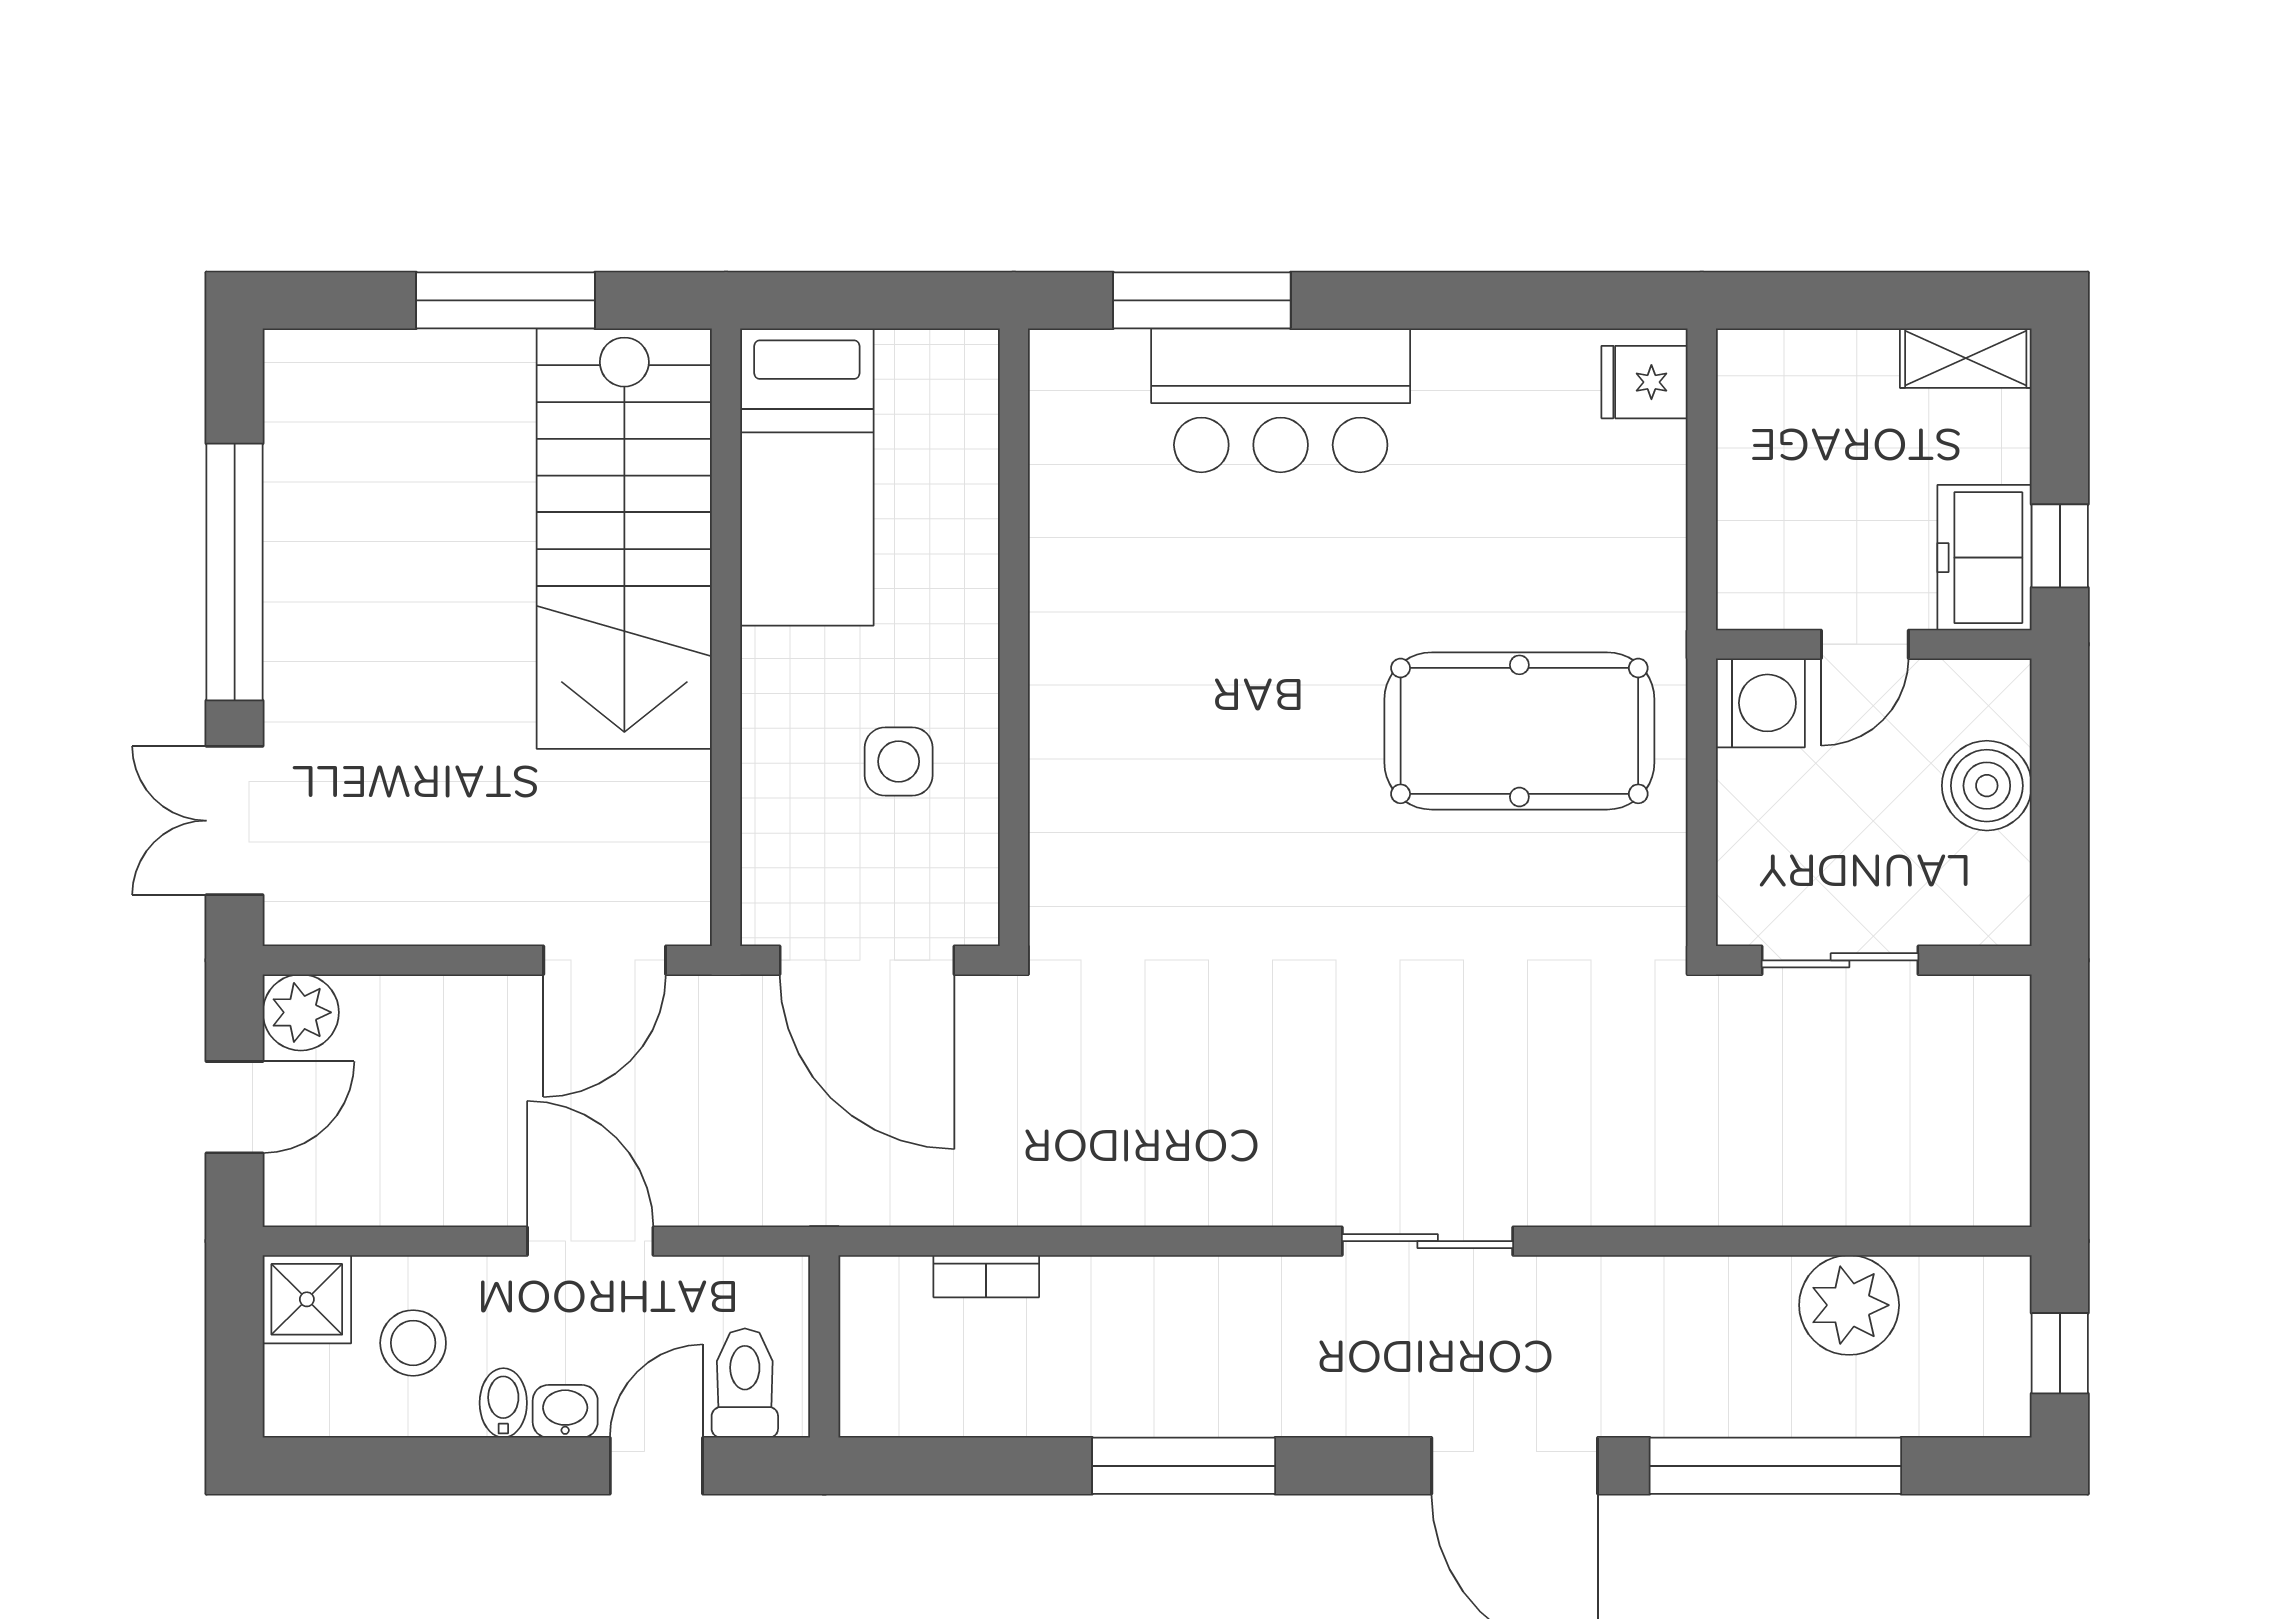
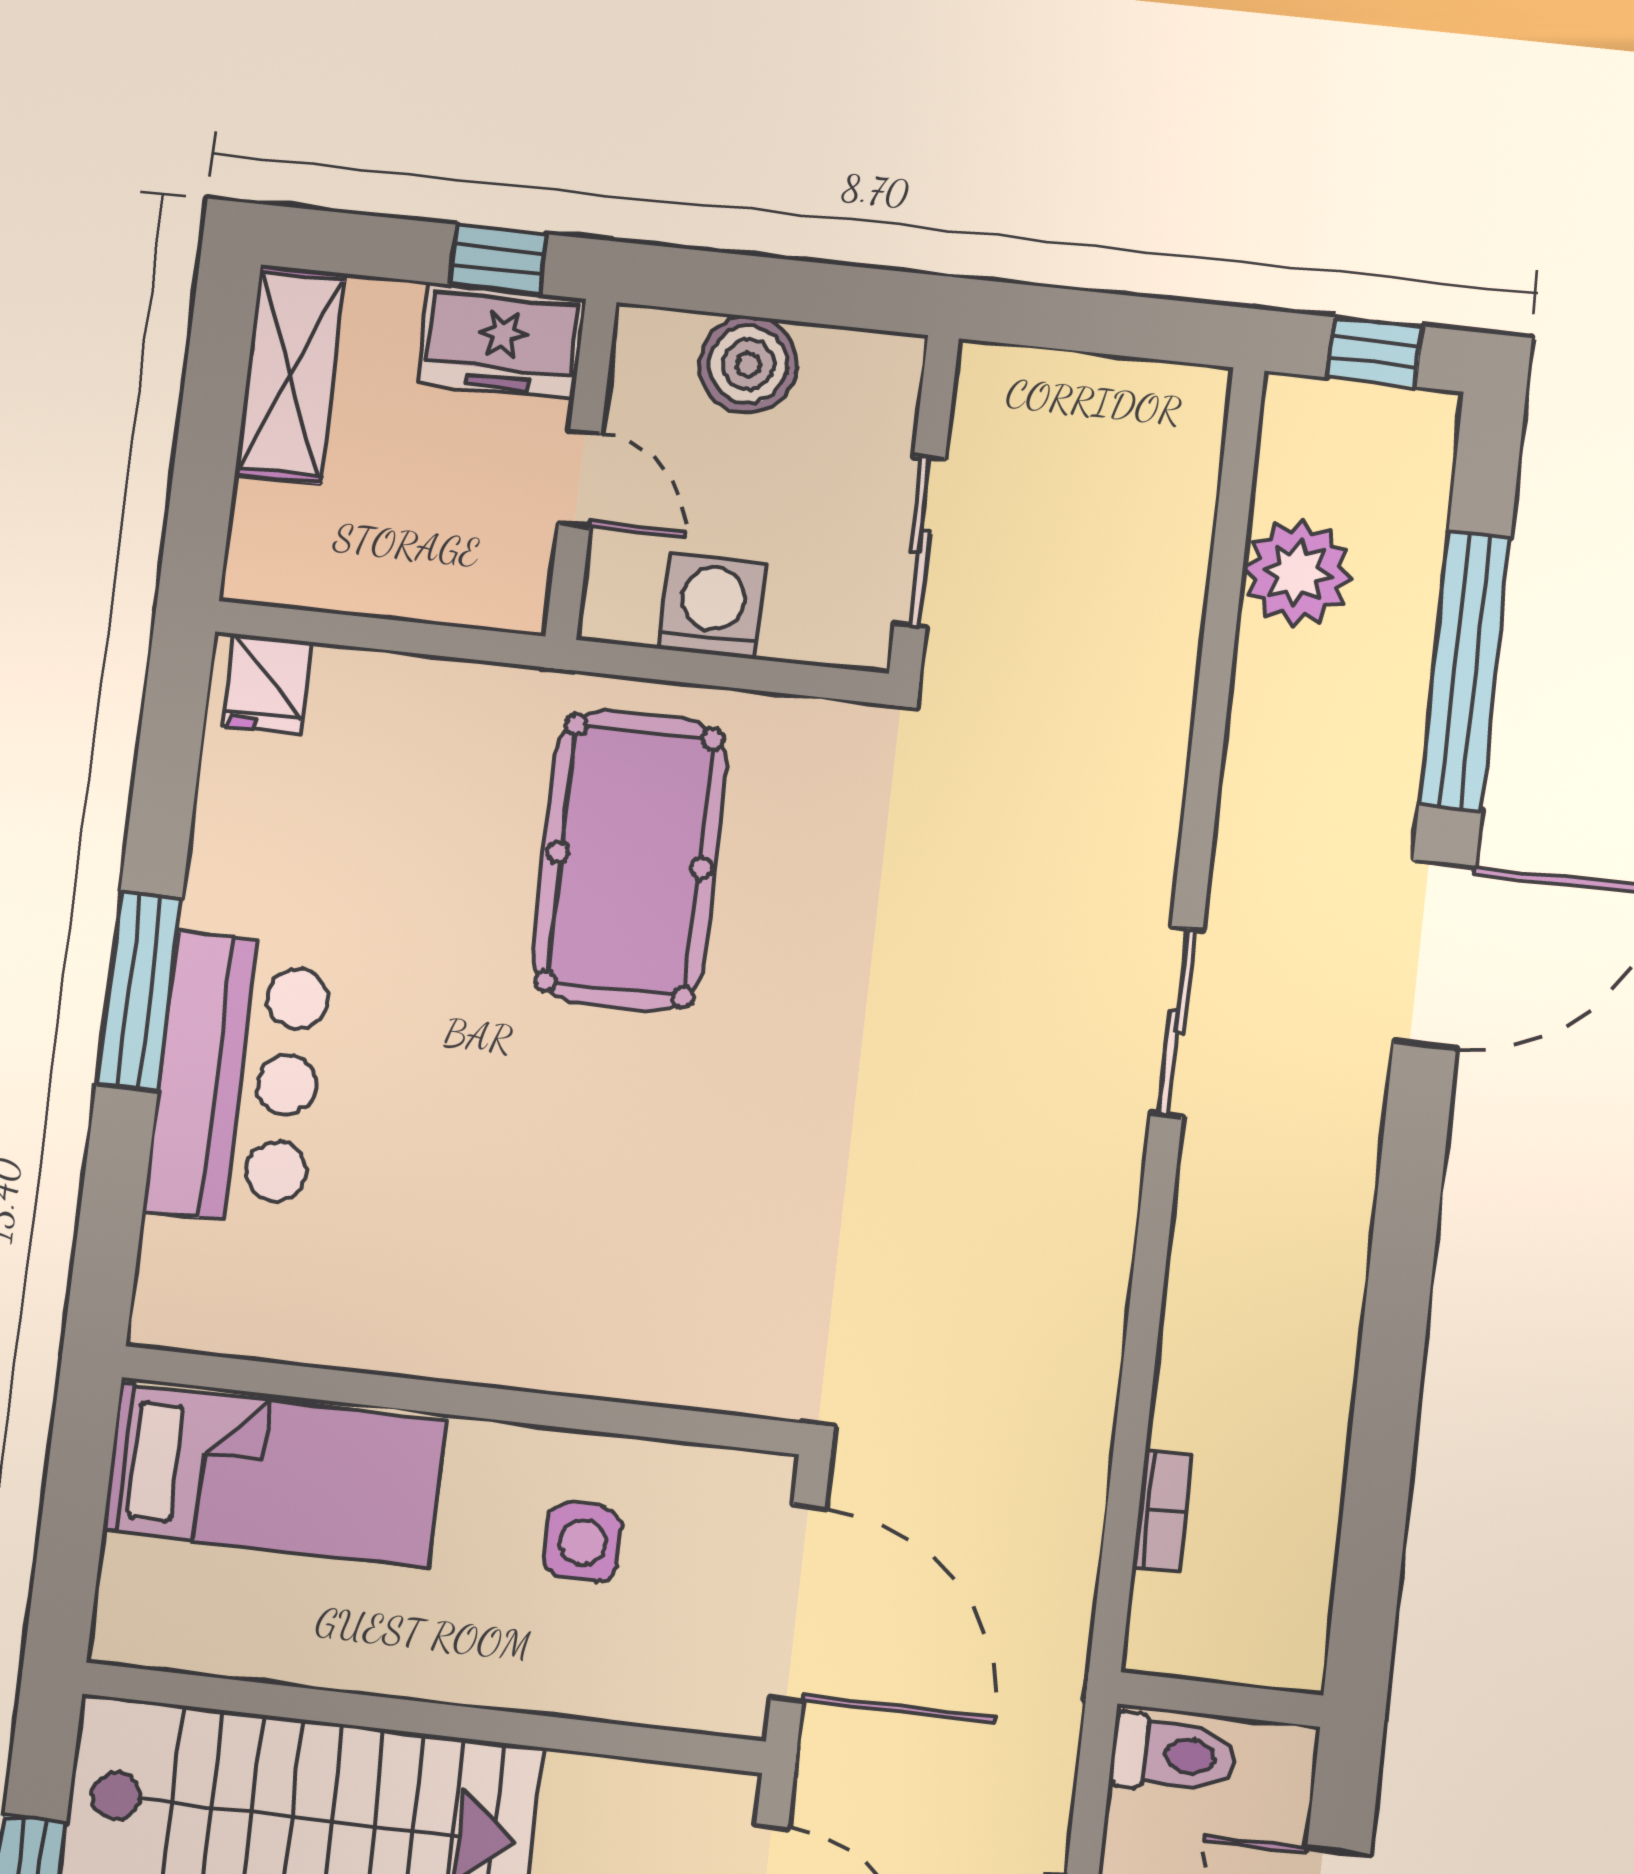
window: (1202, 300) -> (139, 991), moved
shelving: (1966, 358) -> (290, 374), width x1.50, depth x1.33
bed: (807, 477) -> (274, 1476), moved
washing machine: (1760, 703) -> (712, 606), moved
door: (867, 960) -> (798, 1603), hinge flipped
toilet: (745, 1383) -> (1173, 1754), moved, turned 180
window: (1184, 1466) -> (1396, 1317), removed

